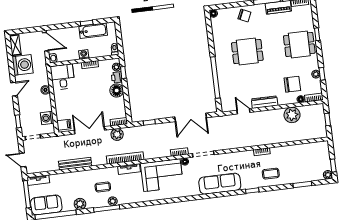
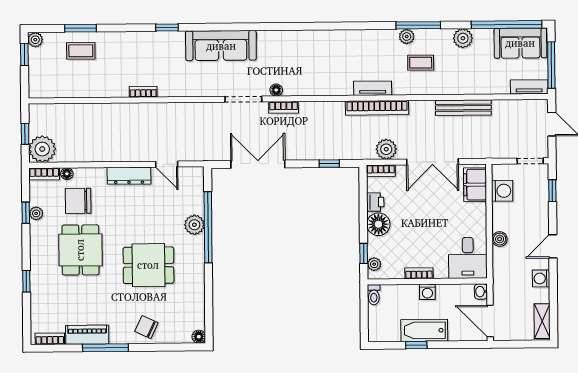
bathtub: (93, 31) -> (424, 330), moved
dining table: (299, 44) -> (80, 250), moved, turned 90
washing machine: (23, 65) -> (541, 278), width x0.53, depth x0.53
printer: (117, 77) -> (375, 202), moved
plant: (223, 78) -> (194, 225), added
plant: (292, 115) -> (42, 149), moved
filing cabinet: (64, 125) -> (475, 185), width x2.00
coffee table: (271, 174) -> (81, 51), moved
corner sofa: (162, 175) -> (318, 71), removed

